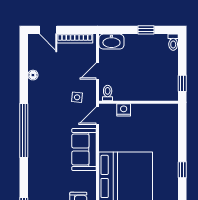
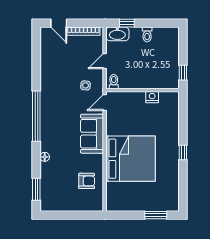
window: (146, 30) -> (127, 23), moved
toilet: (173, 42) -> (147, 34), moved
floor lamp: (33, 75) -> (45, 157), moved
nightstand: (124, 110) -> (152, 97), moved

